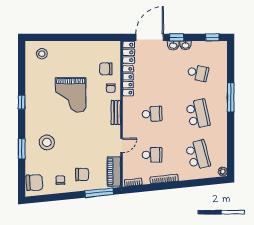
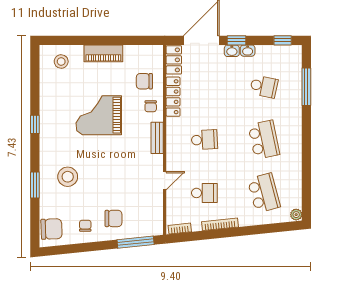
grand piano: (71, 95) -> (99, 115), turned 90
window: (231, 98) -> (306, 87), moved
piano: (114, 171) -> (103, 53), moved, turned -90

